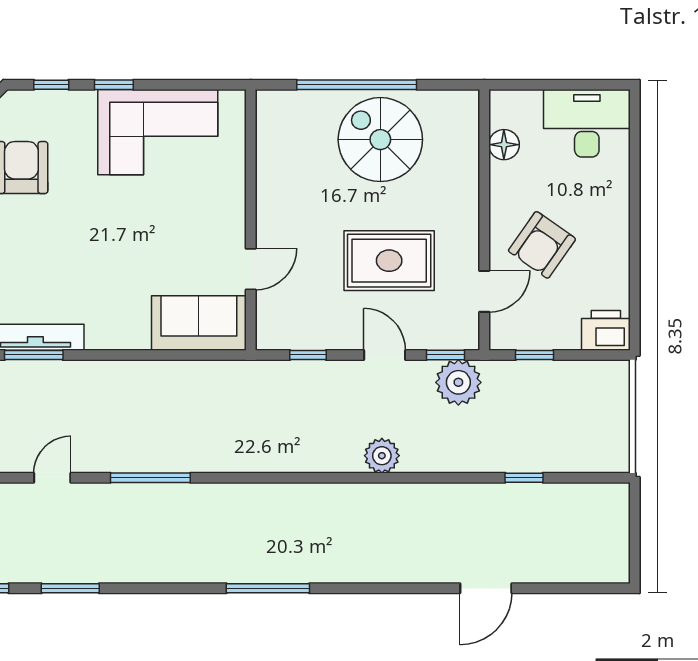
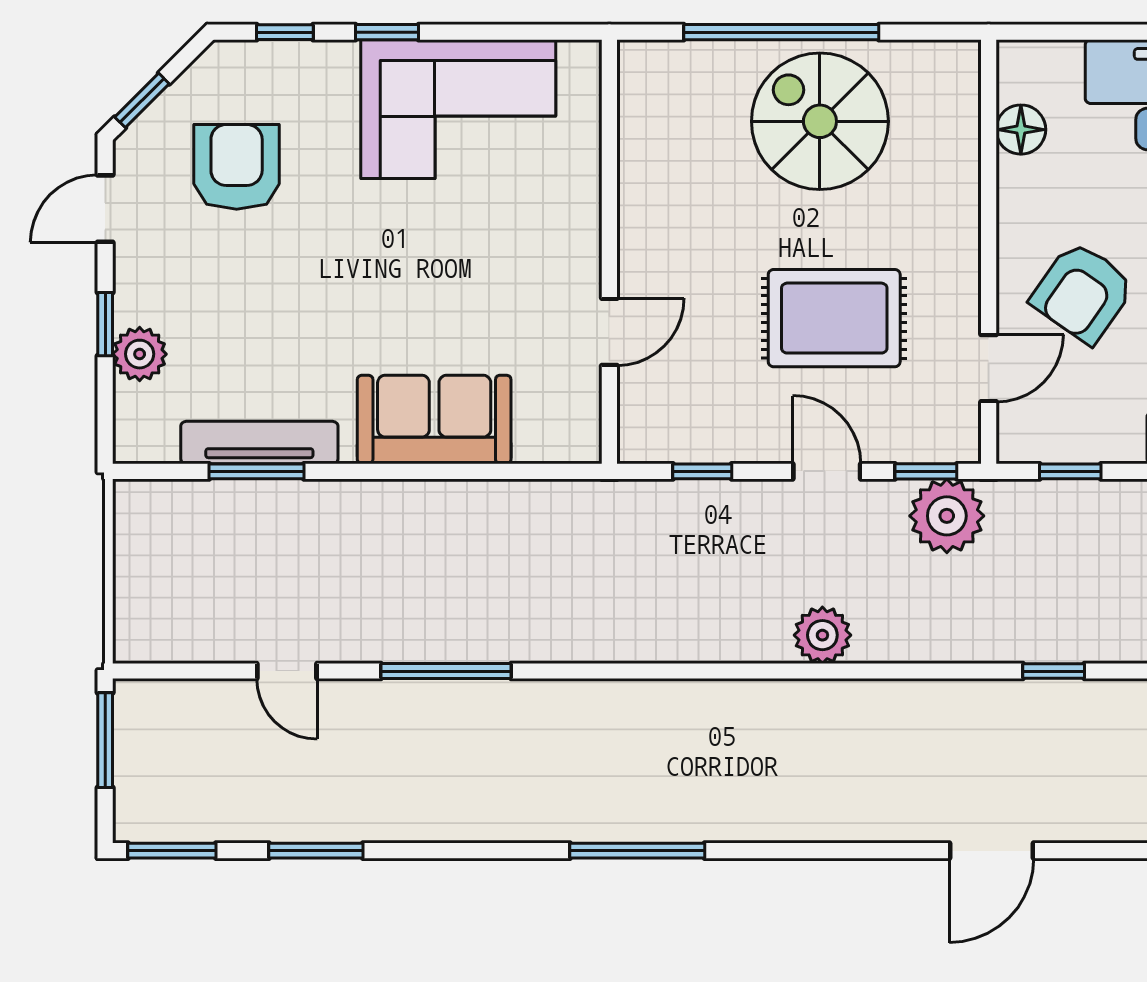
sofa: (199, 323) -> (434, 419), moved
door: (52, 478) -> (287, 671), swing flipped

